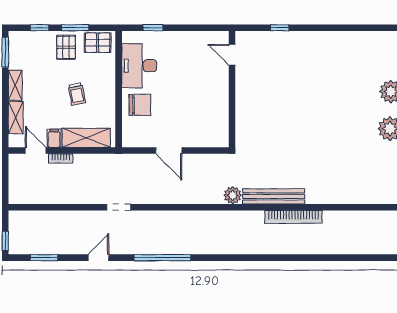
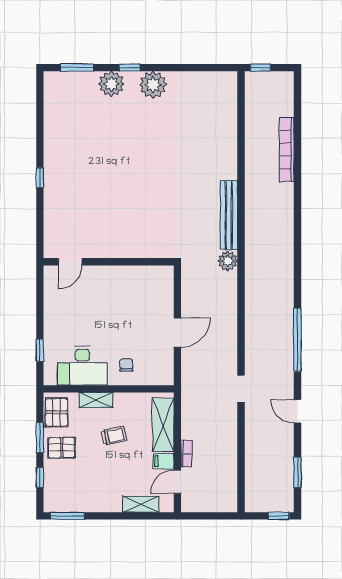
window: (280, 28) -> (40, 178), moved
shelving: (15, 85) -> (96, 400), moved
chair: (140, 105) -> (126, 365), width x0.54, depth x0.54
bookcase: (293, 217) -> (287, 149), moved, turned 180

